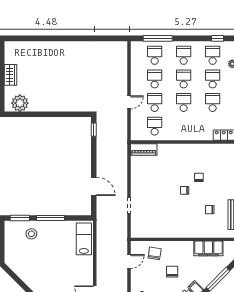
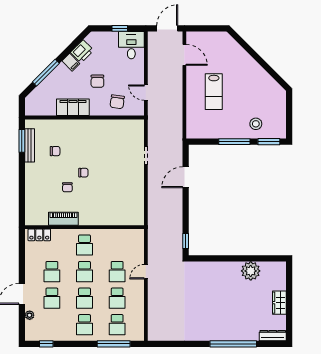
window: (51, 38) -> (233, 344), added
dresser: (16, 46) -> (273, 336), added
school desk: (213, 55) -> (52, 325), removed
plant: (20, 103) -> (251, 271), moved
school desk: (155, 126) -> (84, 245), moved
piano: (144, 150) -> (63, 219), moved
door: (94, 186) -> (186, 177), hinge flipped
lab bench: (84, 239) -> (214, 92), moved
filing cabinet: (208, 248) -> (73, 107), moved
door: (129, 261) -> (146, 93), hinge flipped

